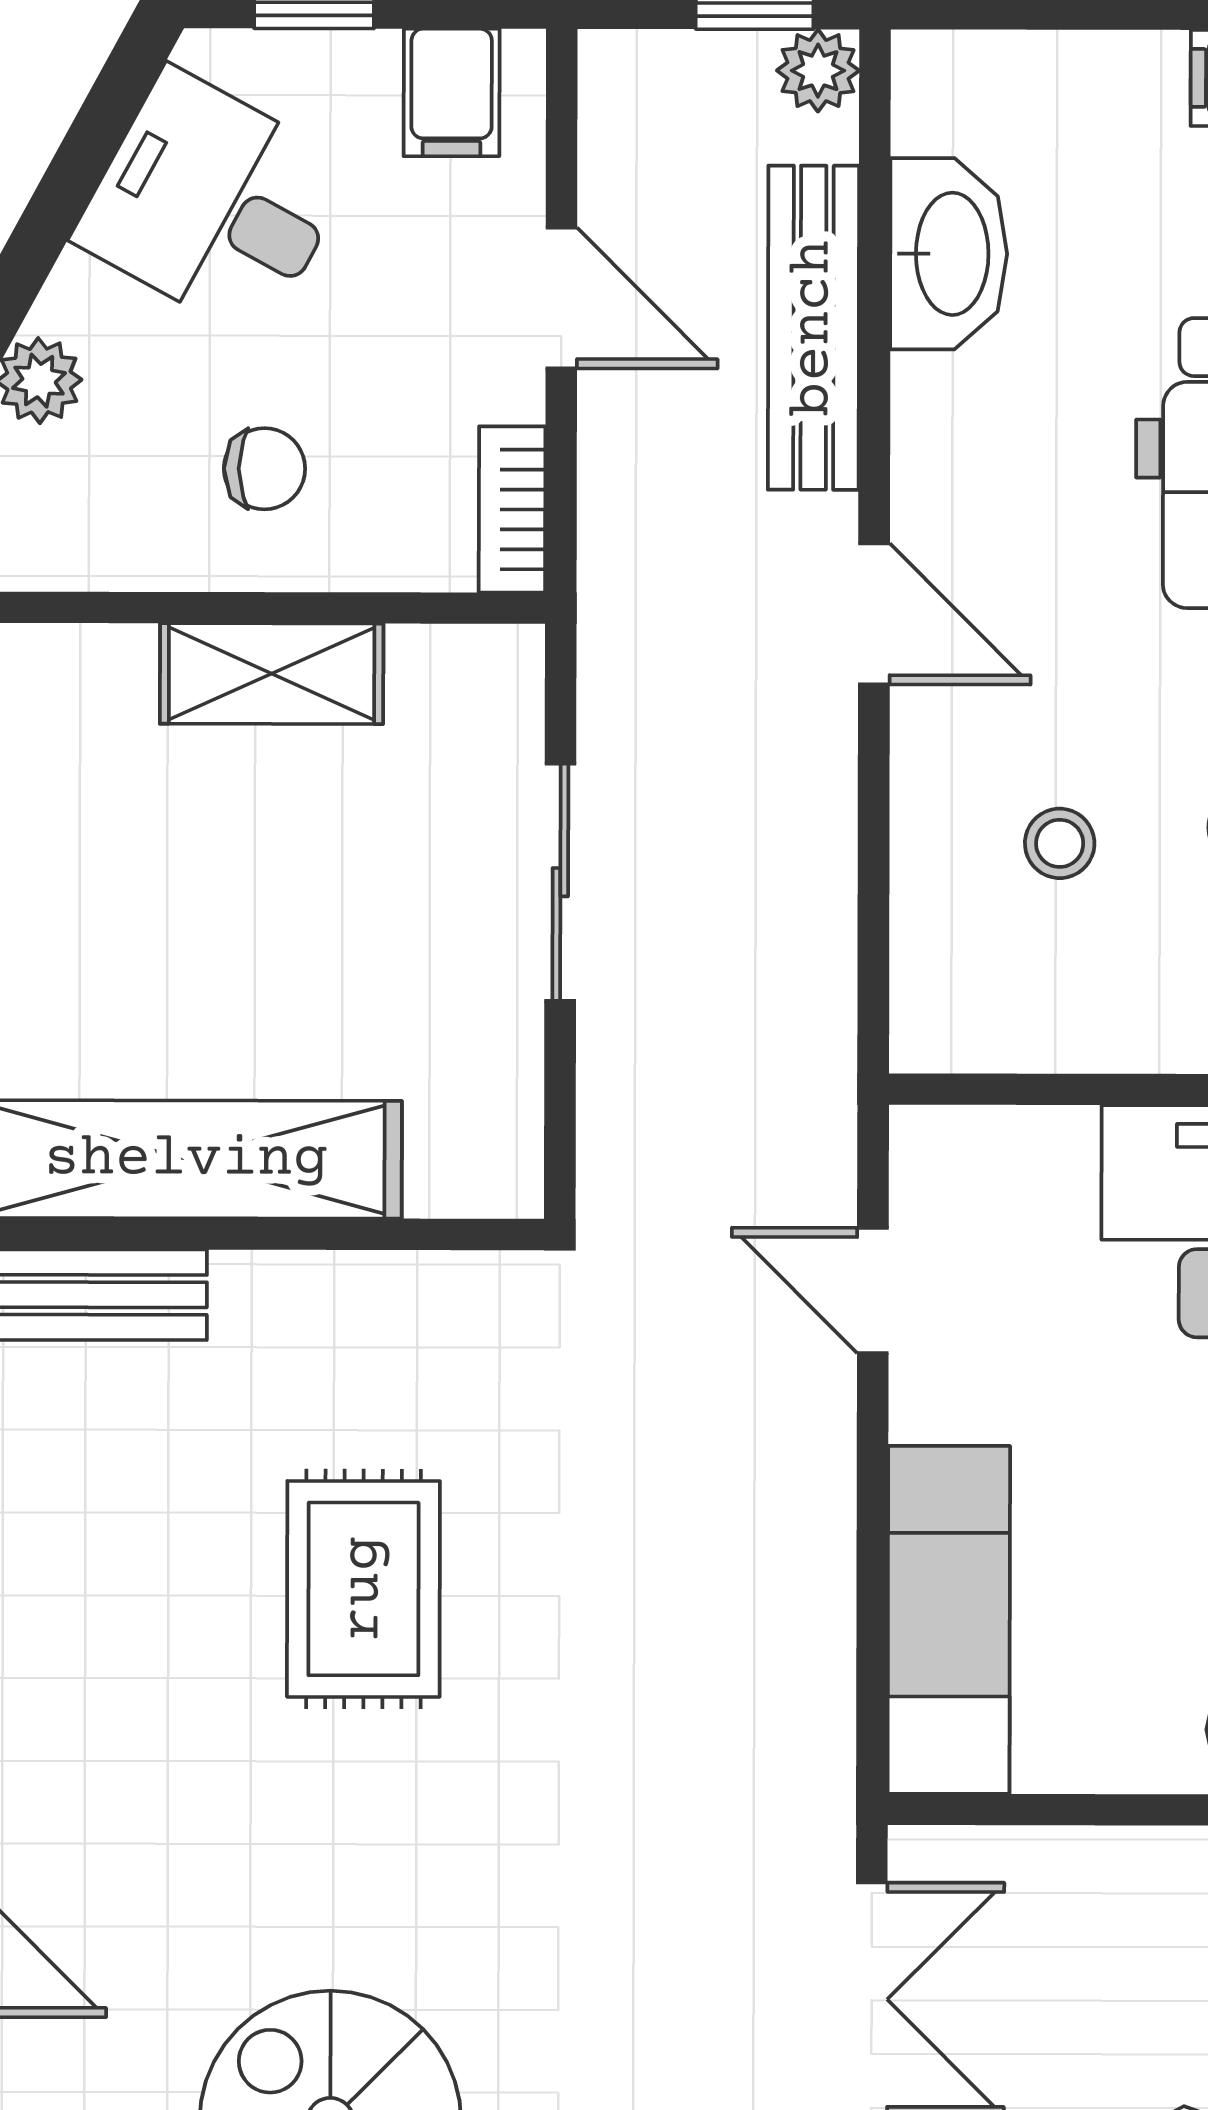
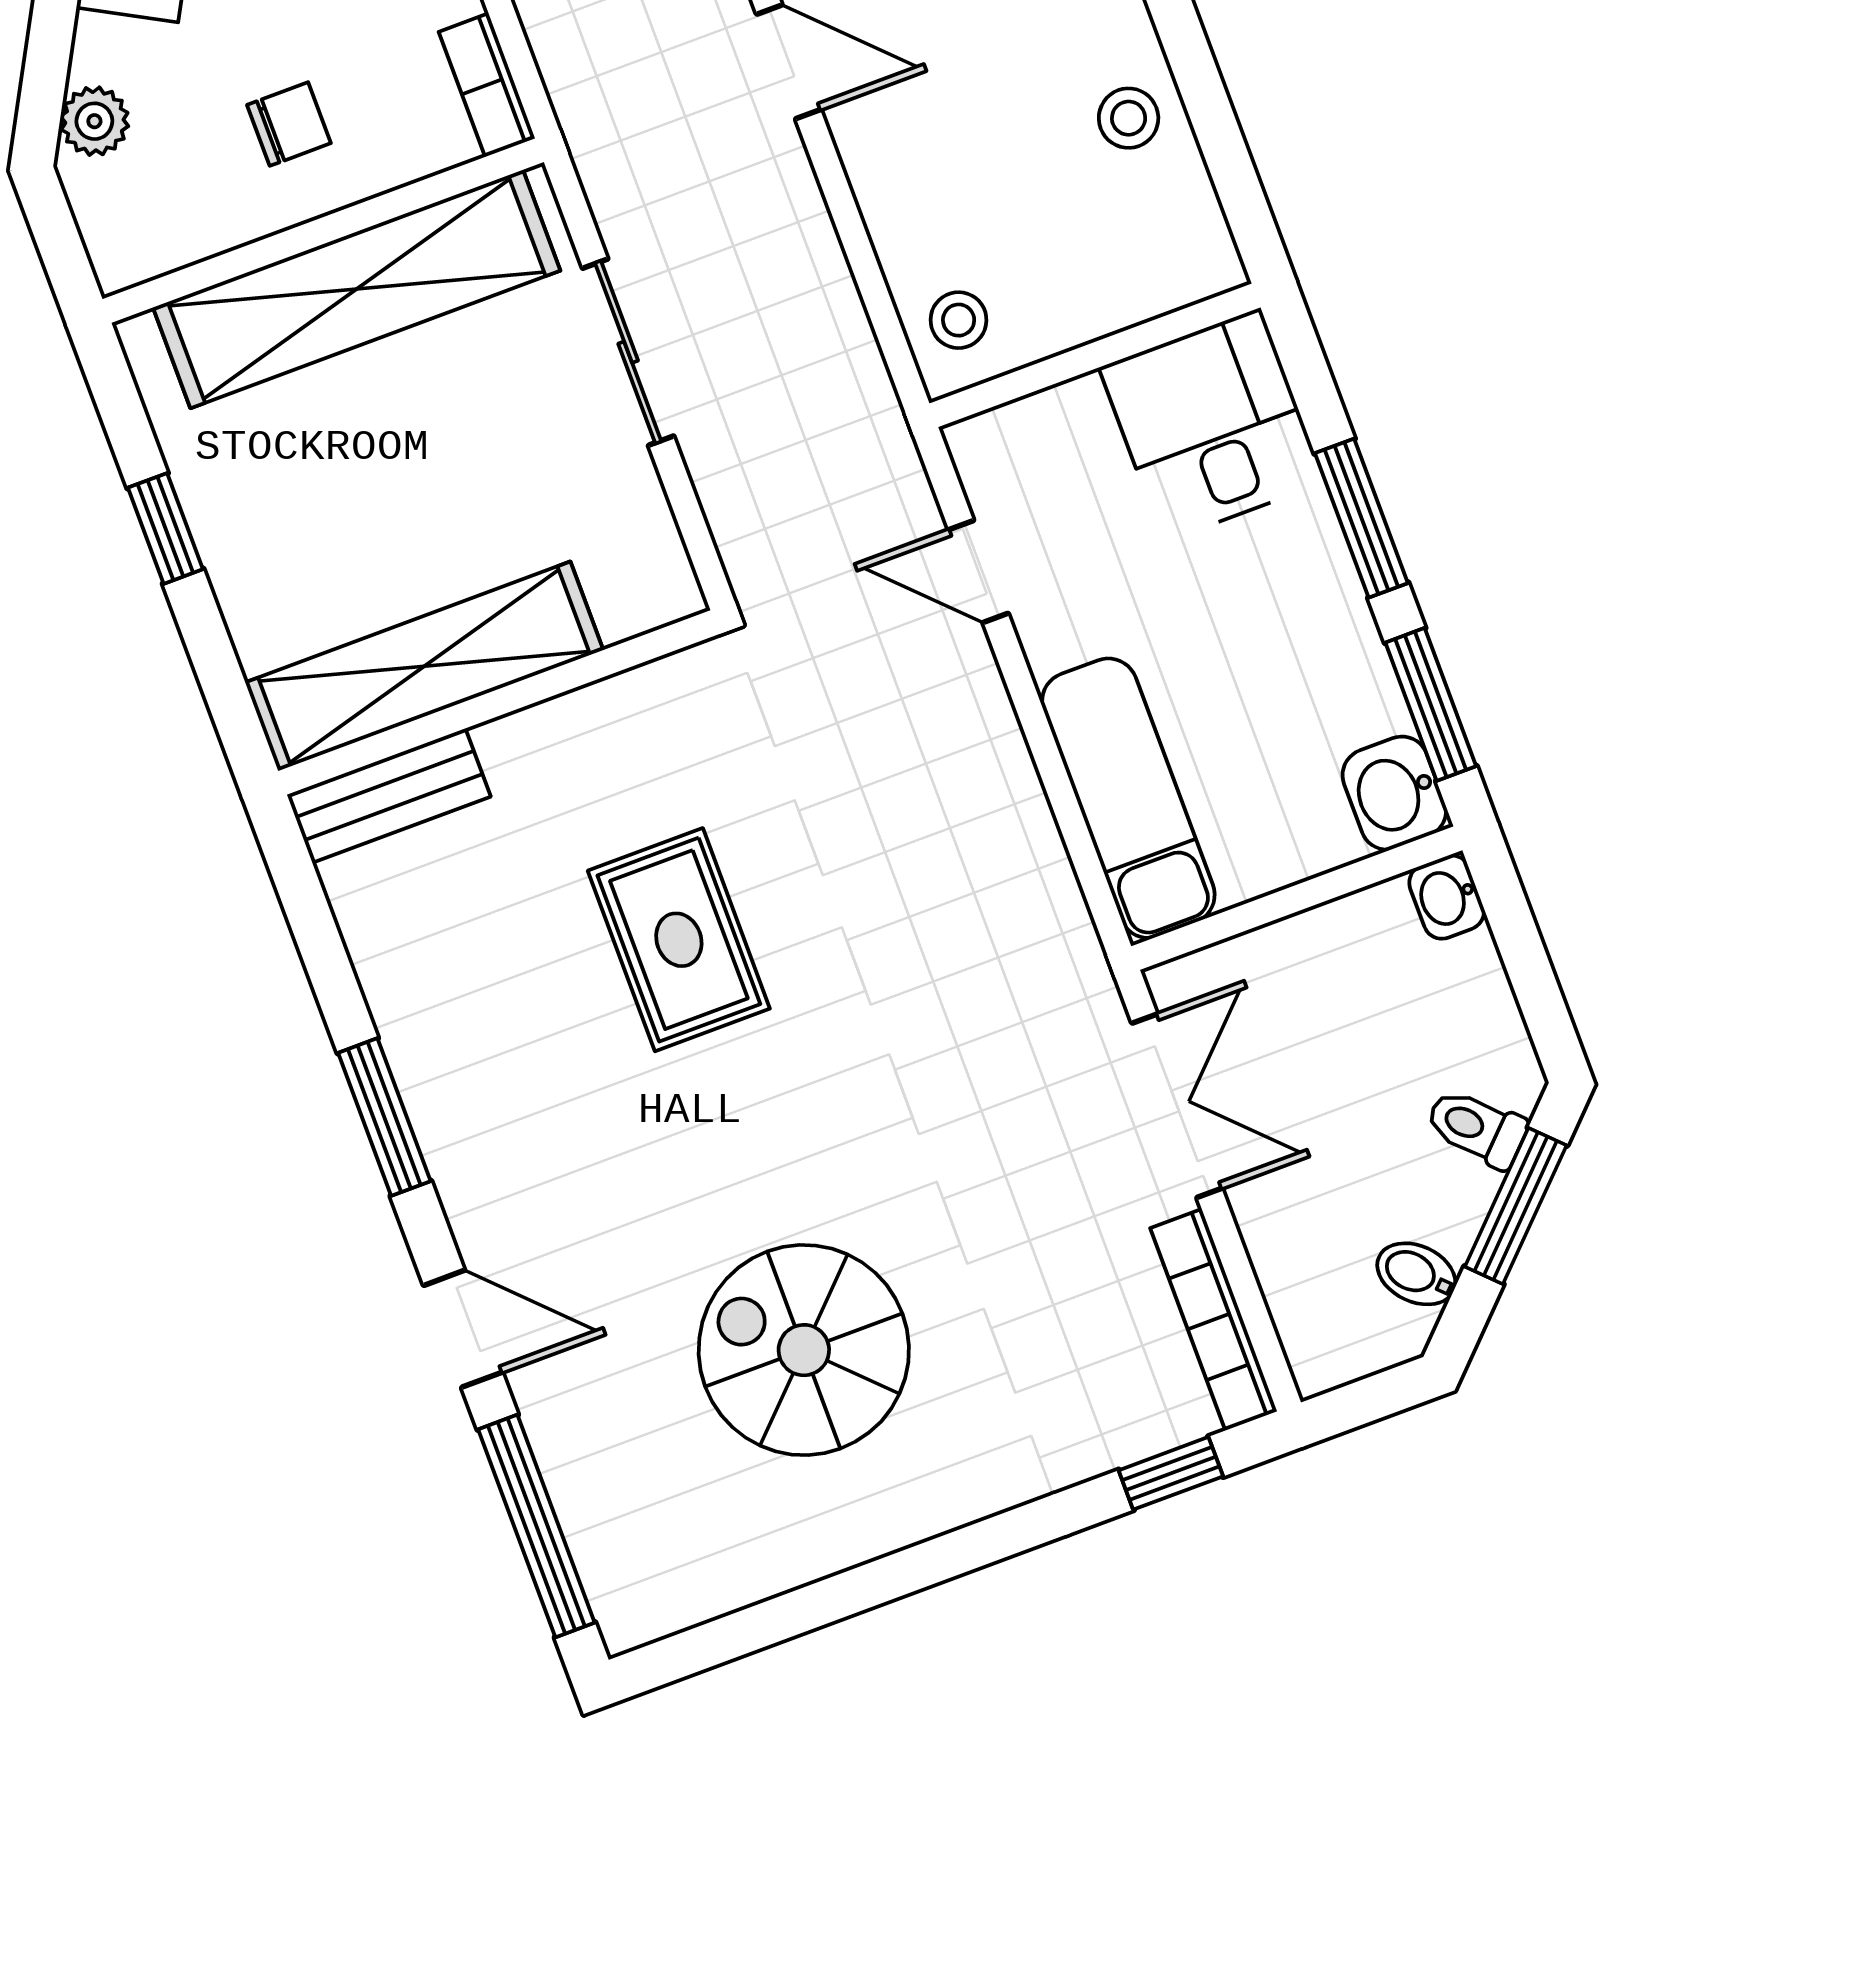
shelving: (272, 674) -> (357, 289), width x2.20, depth x1.33
stool: (1060, 843) -> (959, 320), moved

